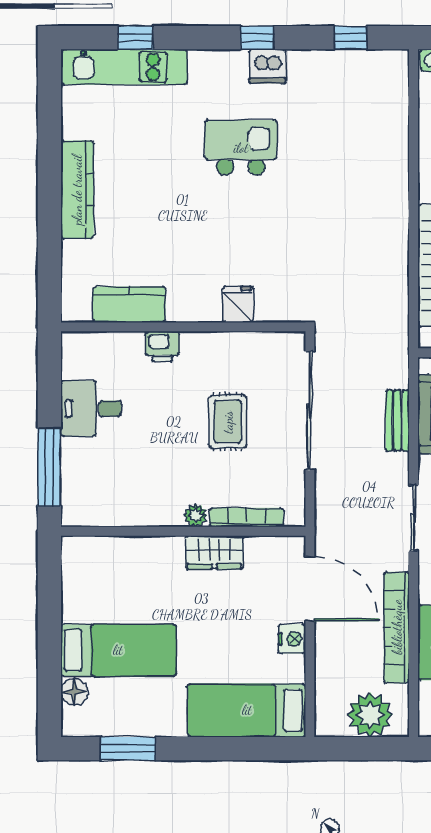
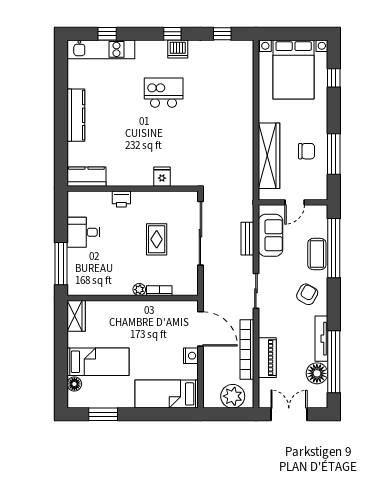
kitchen counter: (129, 305) -> (86, 177), moved
bookcase: (246, 517) -> (159, 291), width x0.64
wardrobe: (214, 552) -> (76, 316), moved, turned -90

